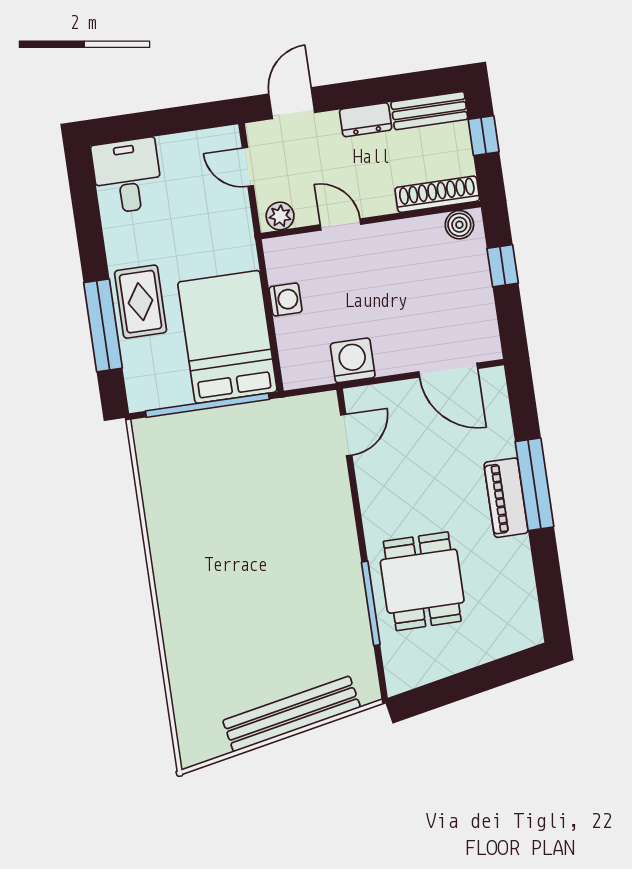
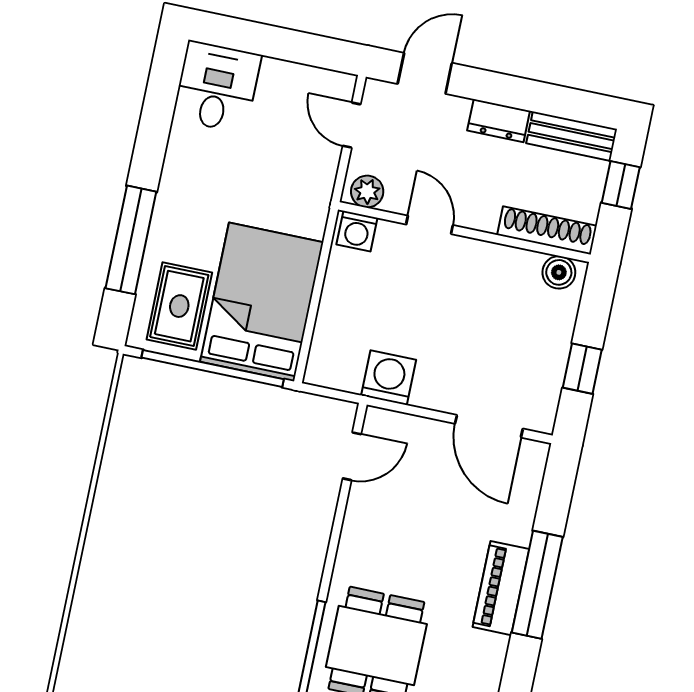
window: (503, 266) -> (582, 369), moved
washing machine: (286, 299) -> (357, 231), moved, turned 90
rug: (141, 302) -> (179, 306), moved

